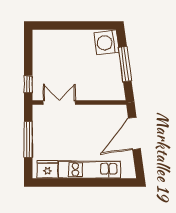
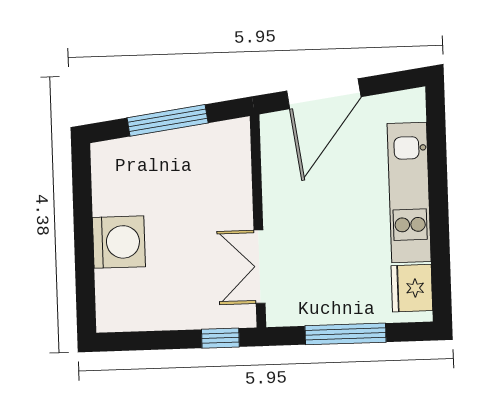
washing machine: (106, 43) -> (119, 242), moved, turned -82
door: (134, 133) -> (324, 94), hinge flipped

